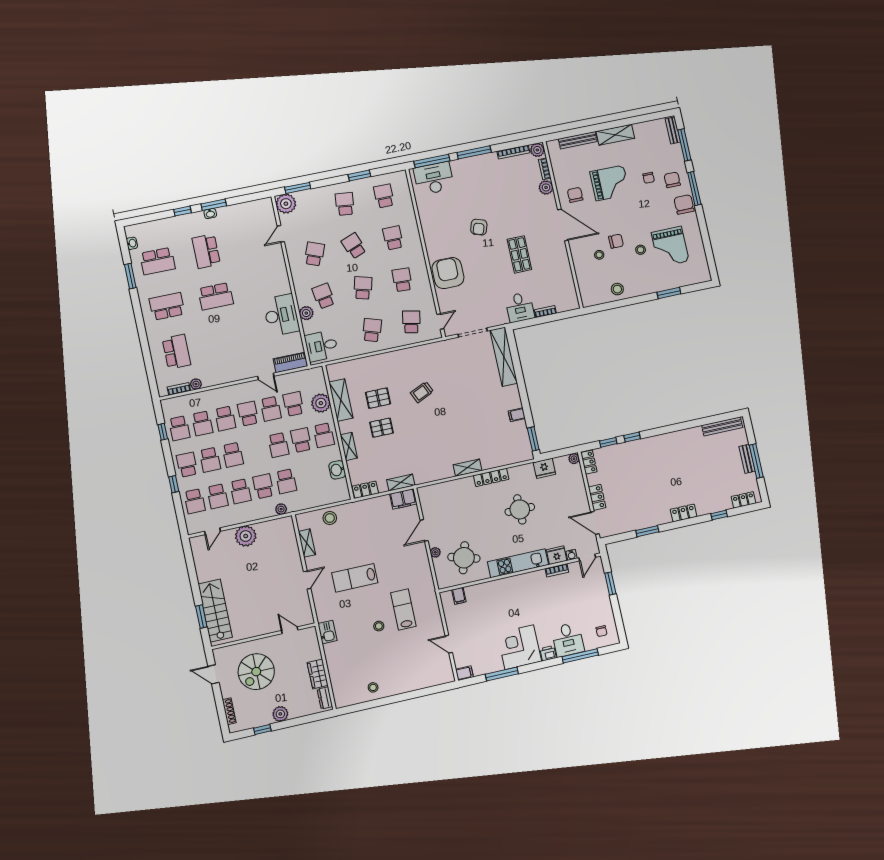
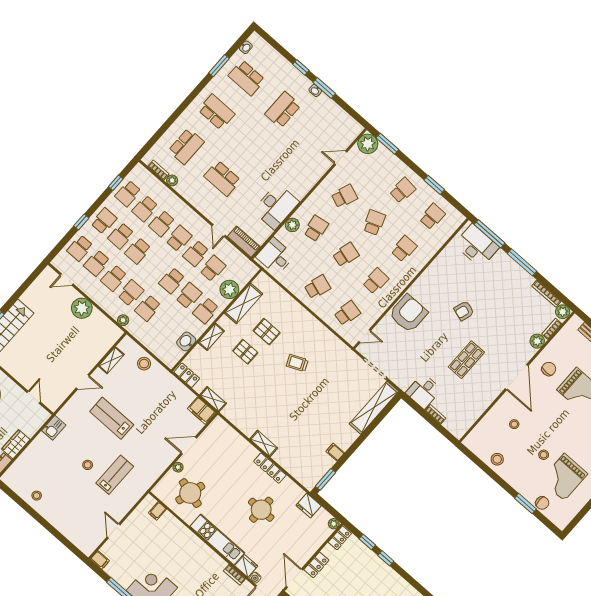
chair: (616, 241) -> (542, 503), moved
school desk: (216, 296) -> (222, 178), moved

